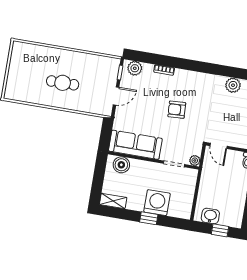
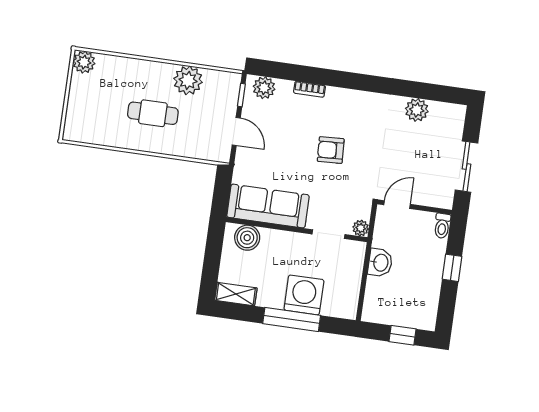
plant: (19, 49) -> (84, 62), added
plant: (86, 62) -> (188, 80), added
door: (116, 96) -> (236, 131), hinge flipped
door: (219, 146) -> (397, 205), swing flipped
washbasin: (210, 216) -> (380, 263), moved, turned 90
window: (149, 218) -> (292, 319), width x2.17

